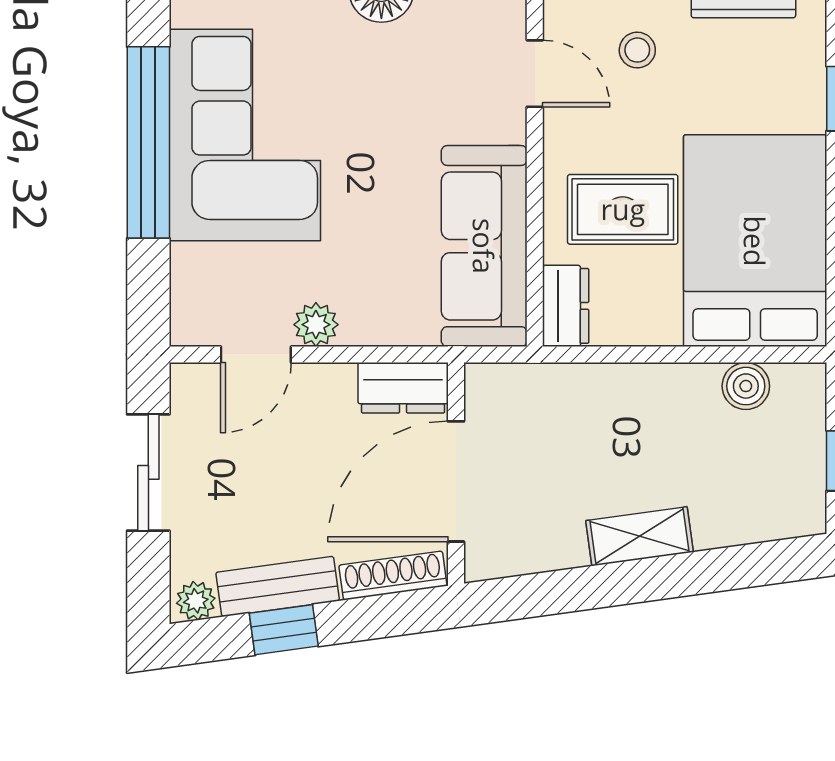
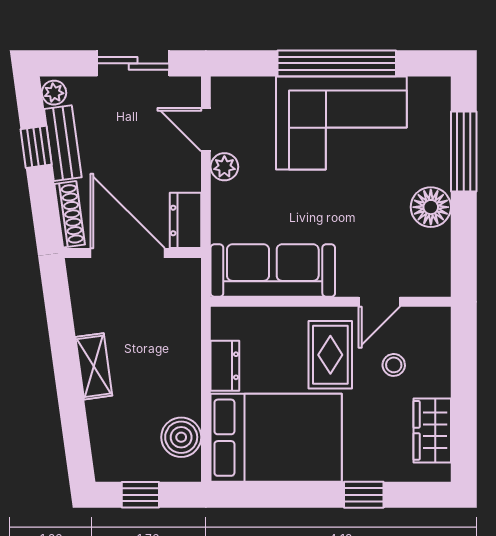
rug: (623, 209) -> (330, 355), moved
dresser: (566, 306) -> (225, 366), moved, turned -90
boiler: (746, 386) -> (181, 437), width x1.36, depth x1.36

